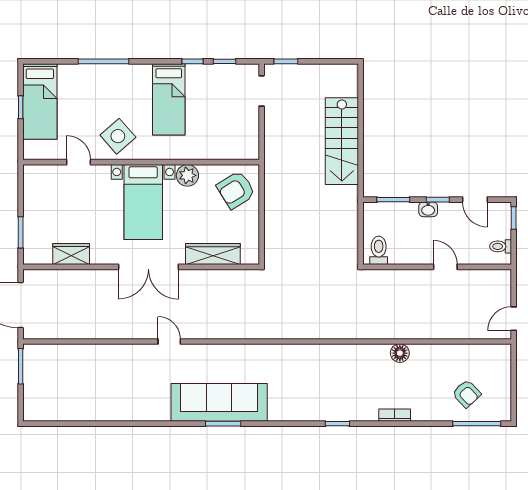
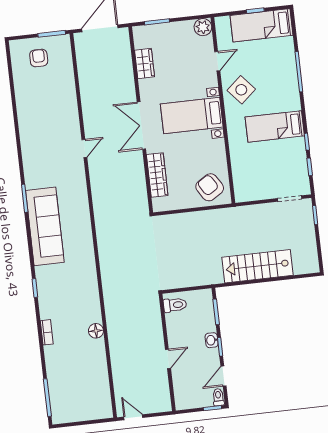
plant: (187, 175) -> (203, 27), moved
toilet: (501, 246) -> (218, 397), moved
armchair: (467, 394) -> (39, 58), moved, turned 133
sofa: (219, 402) -> (45, 226), moved

